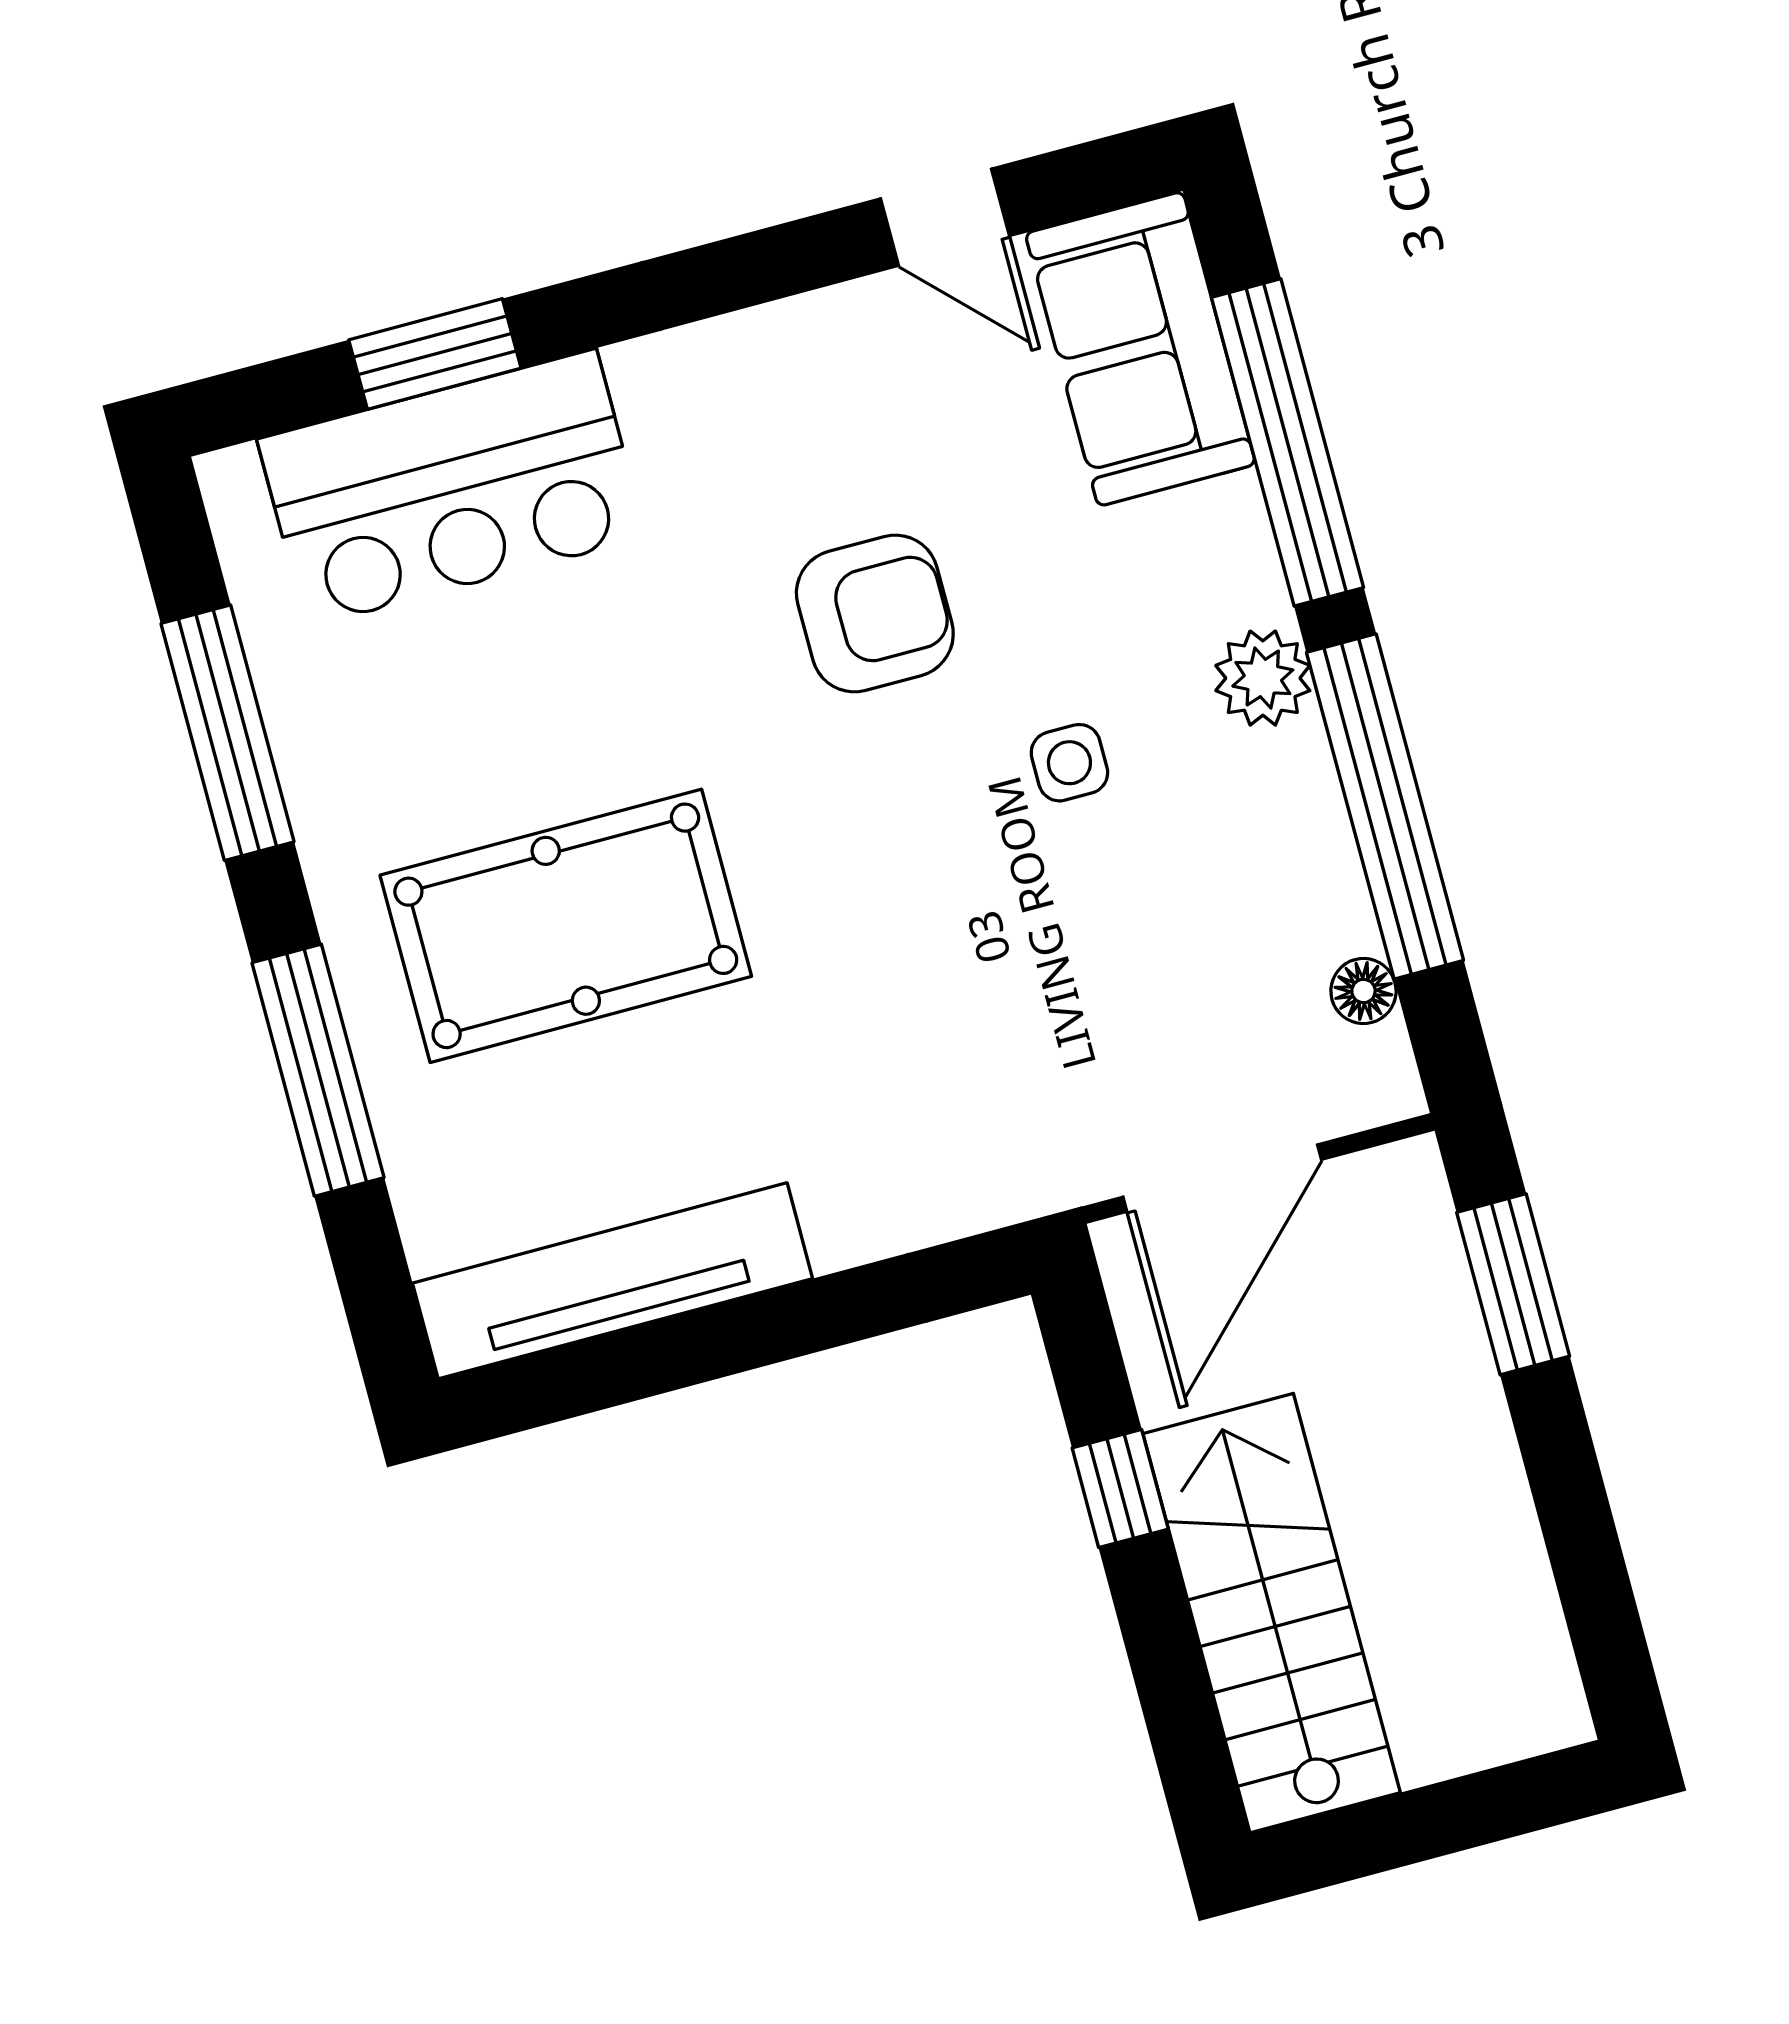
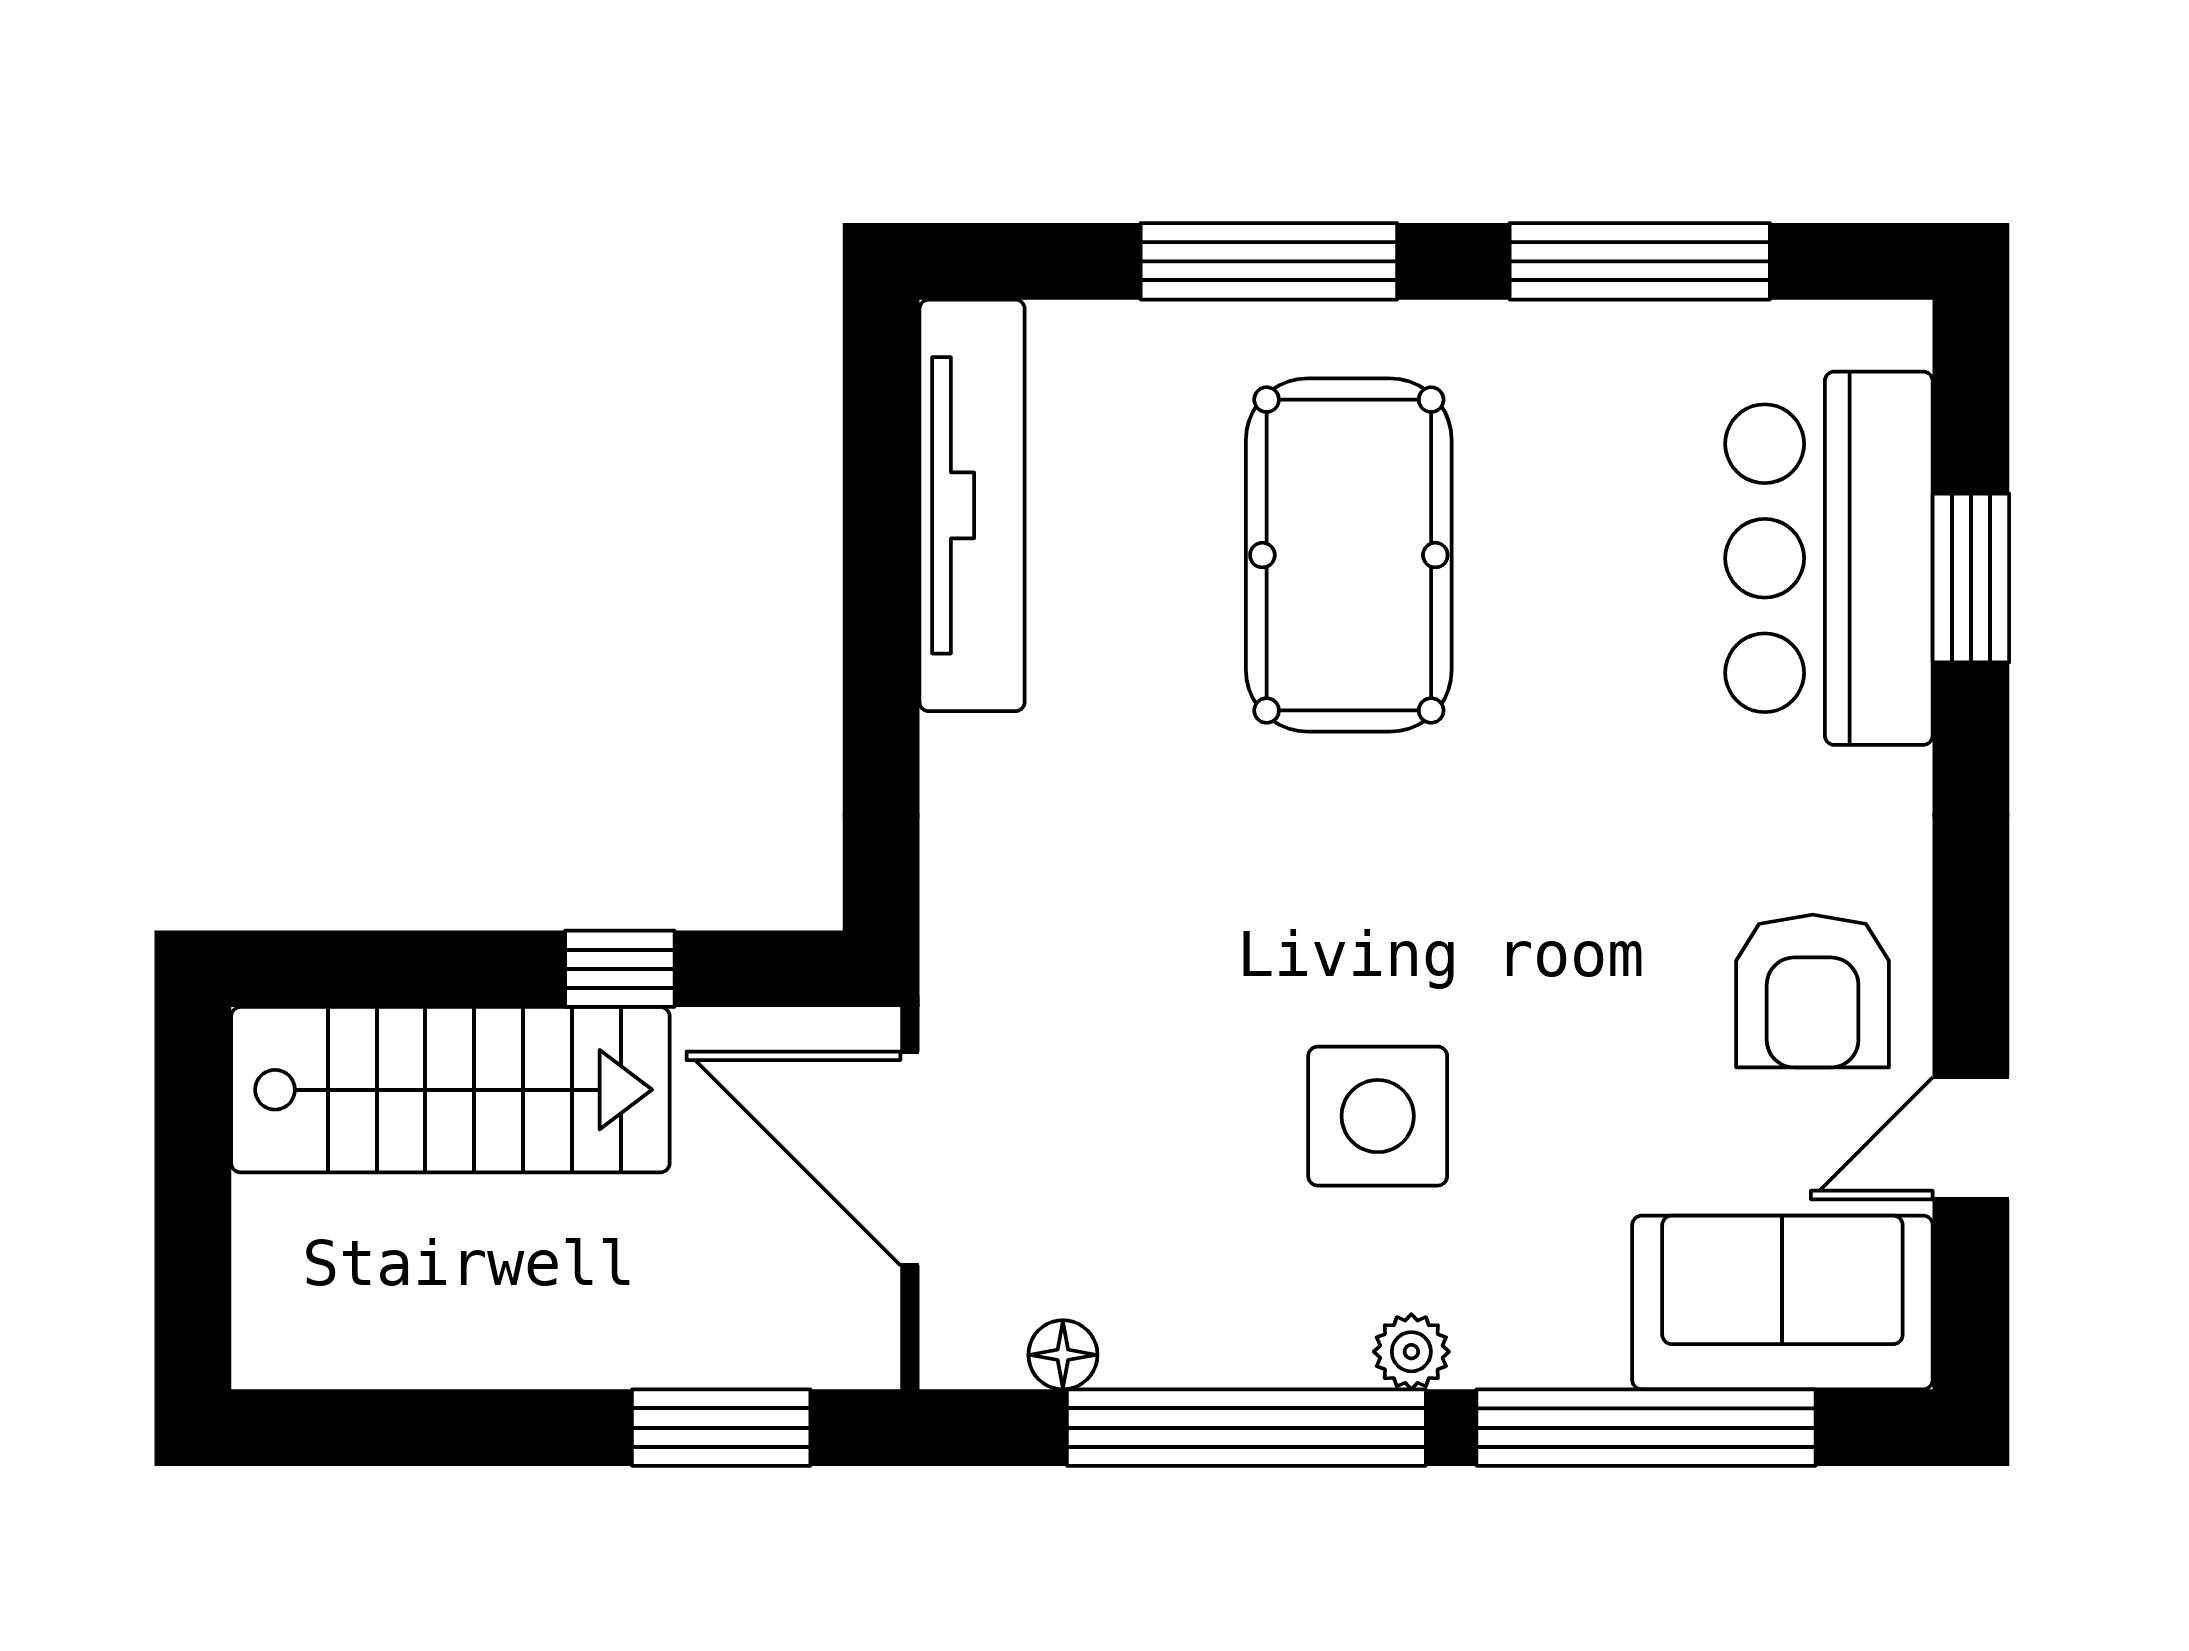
armchair: (875, 613) -> (1813, 991), moved
plant: (1263, 678) -> (1411, 1352), width x0.73, depth x0.73
side table: (1069, 763) -> (1378, 1116), width x1.87, depth x1.87

